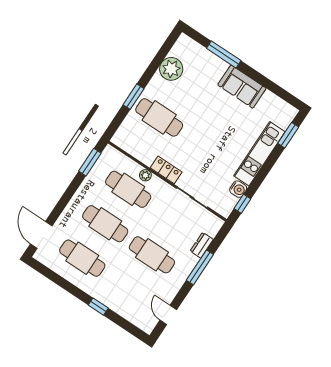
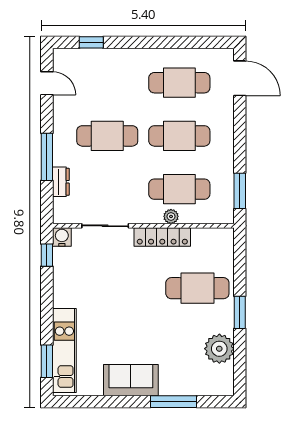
window: (134, 97) -> (240, 312), moved
kitchen unit: (259, 154) -> (64, 350), moved
locker: (166, 170) -> (162, 237), width x1.53
water cooler: (238, 189) -> (62, 237), moved, turned 90
window: (98, 307) -> (91, 42), moved

